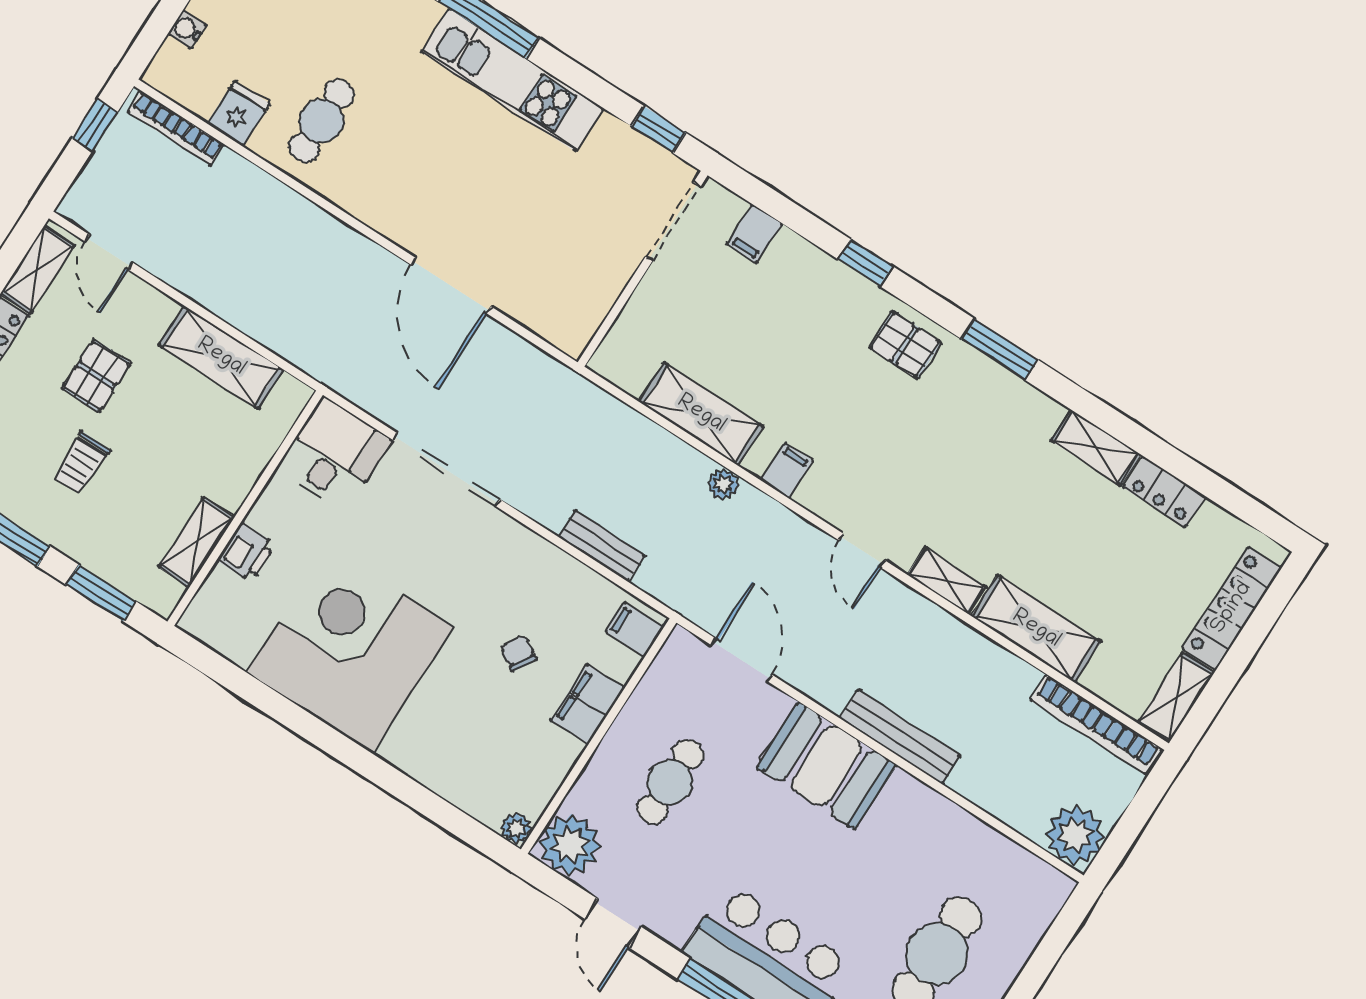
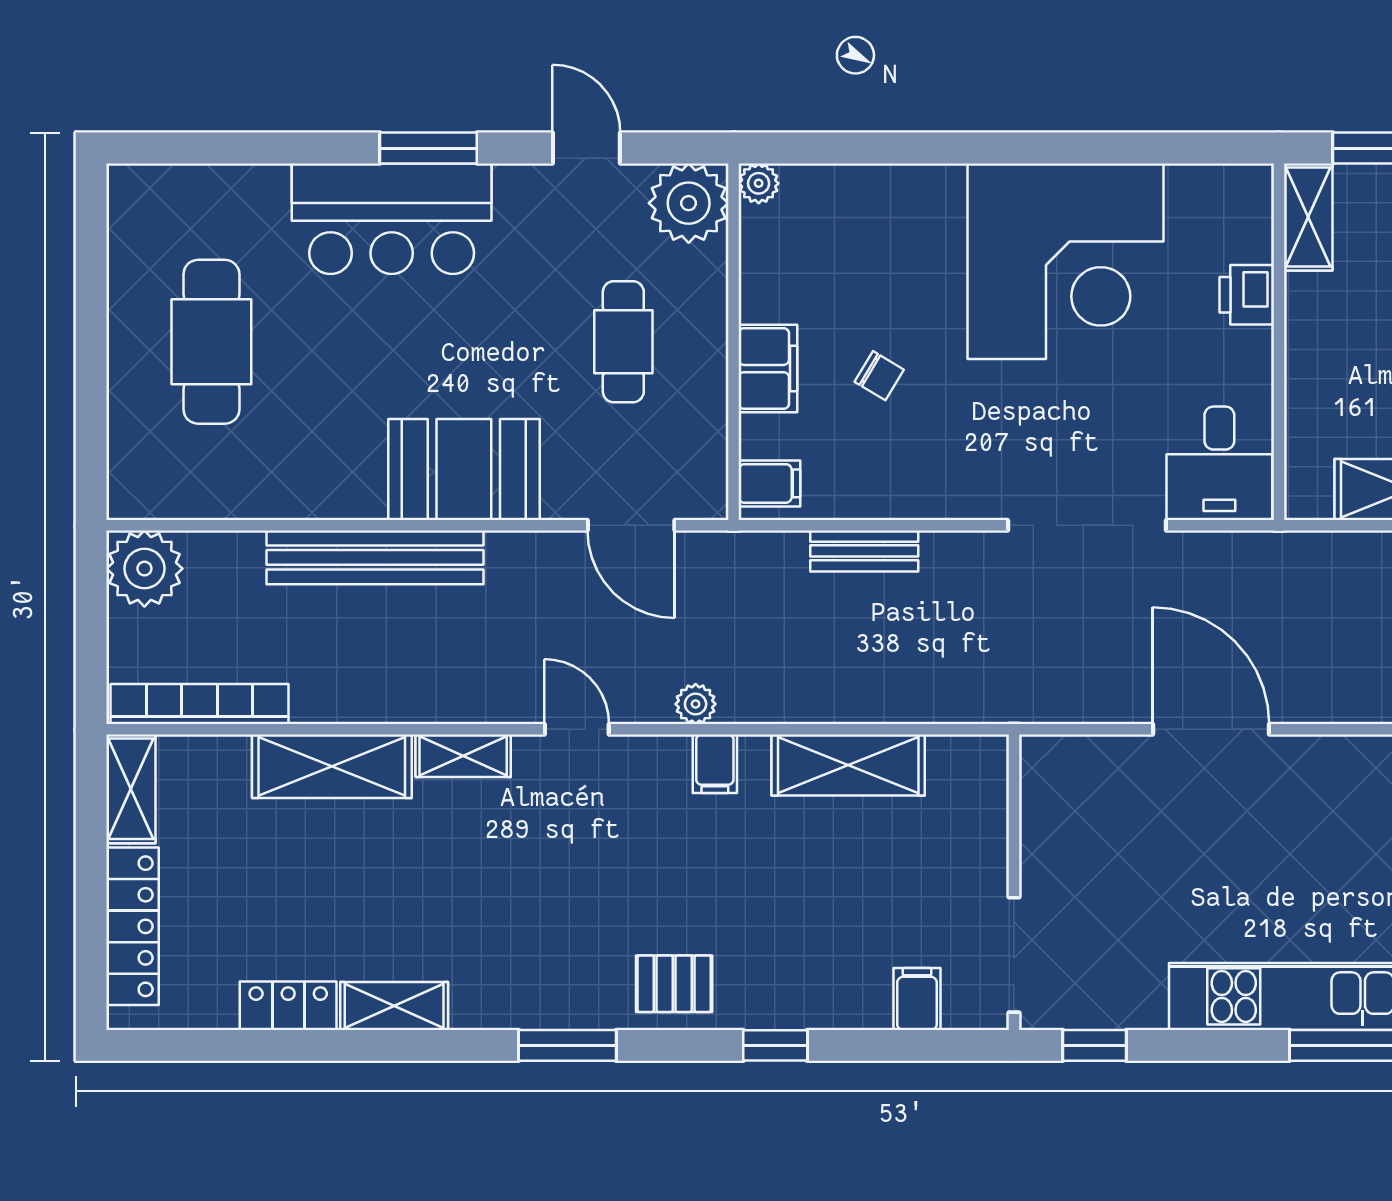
plant: (723, 484) -> (696, 704), moved
shelving: (196, 542) -> (1308, 217), moved
bench: (900, 737) -> (375, 557), width x1.37, depth x1.21

